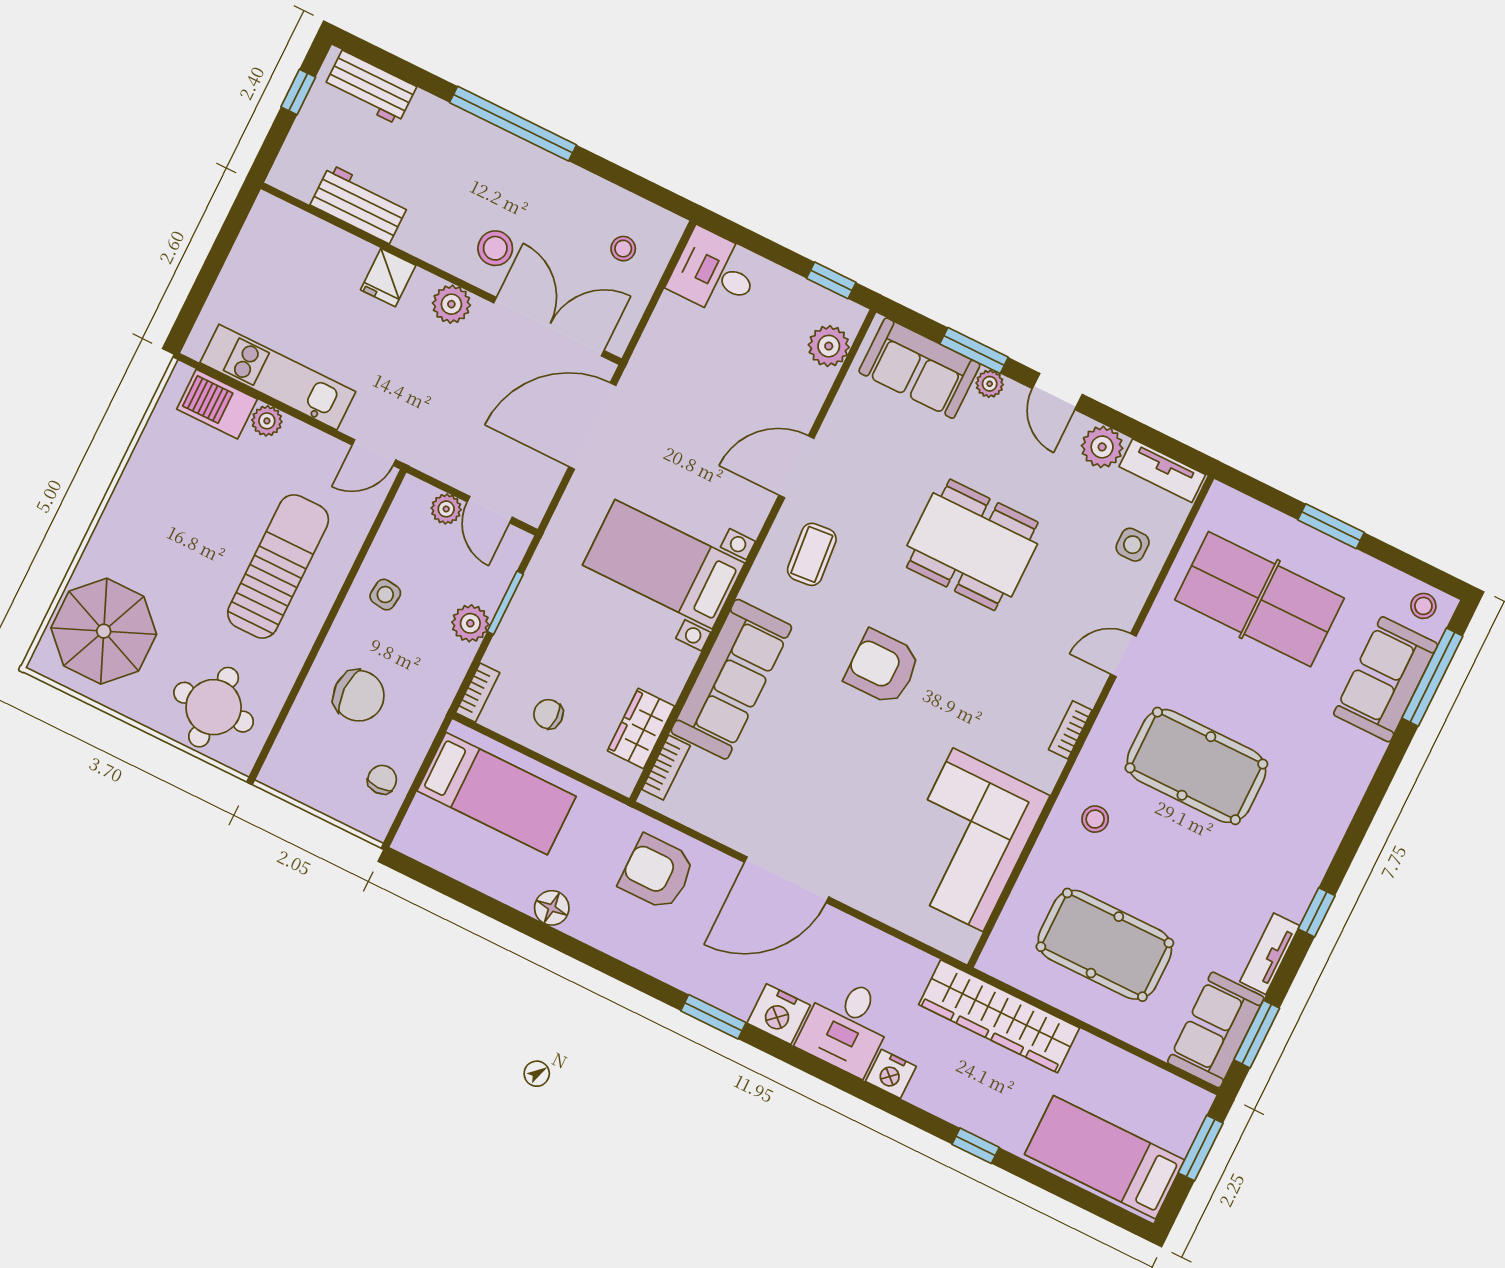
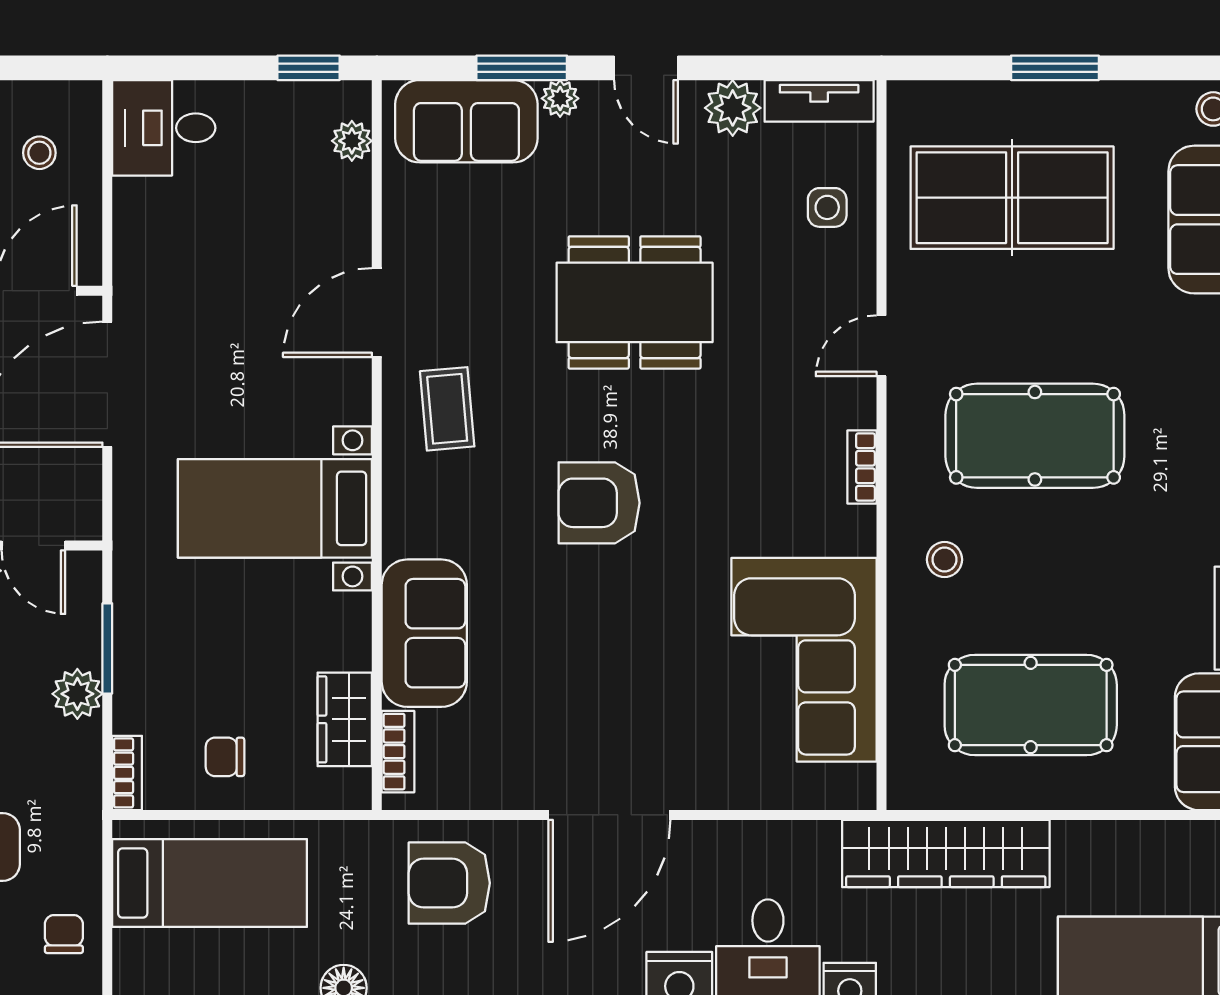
plant: (829, 346) -> (352, 141), width x0.73, depth x0.73
sofa: (731, 679) -> (424, 633), width x0.73

